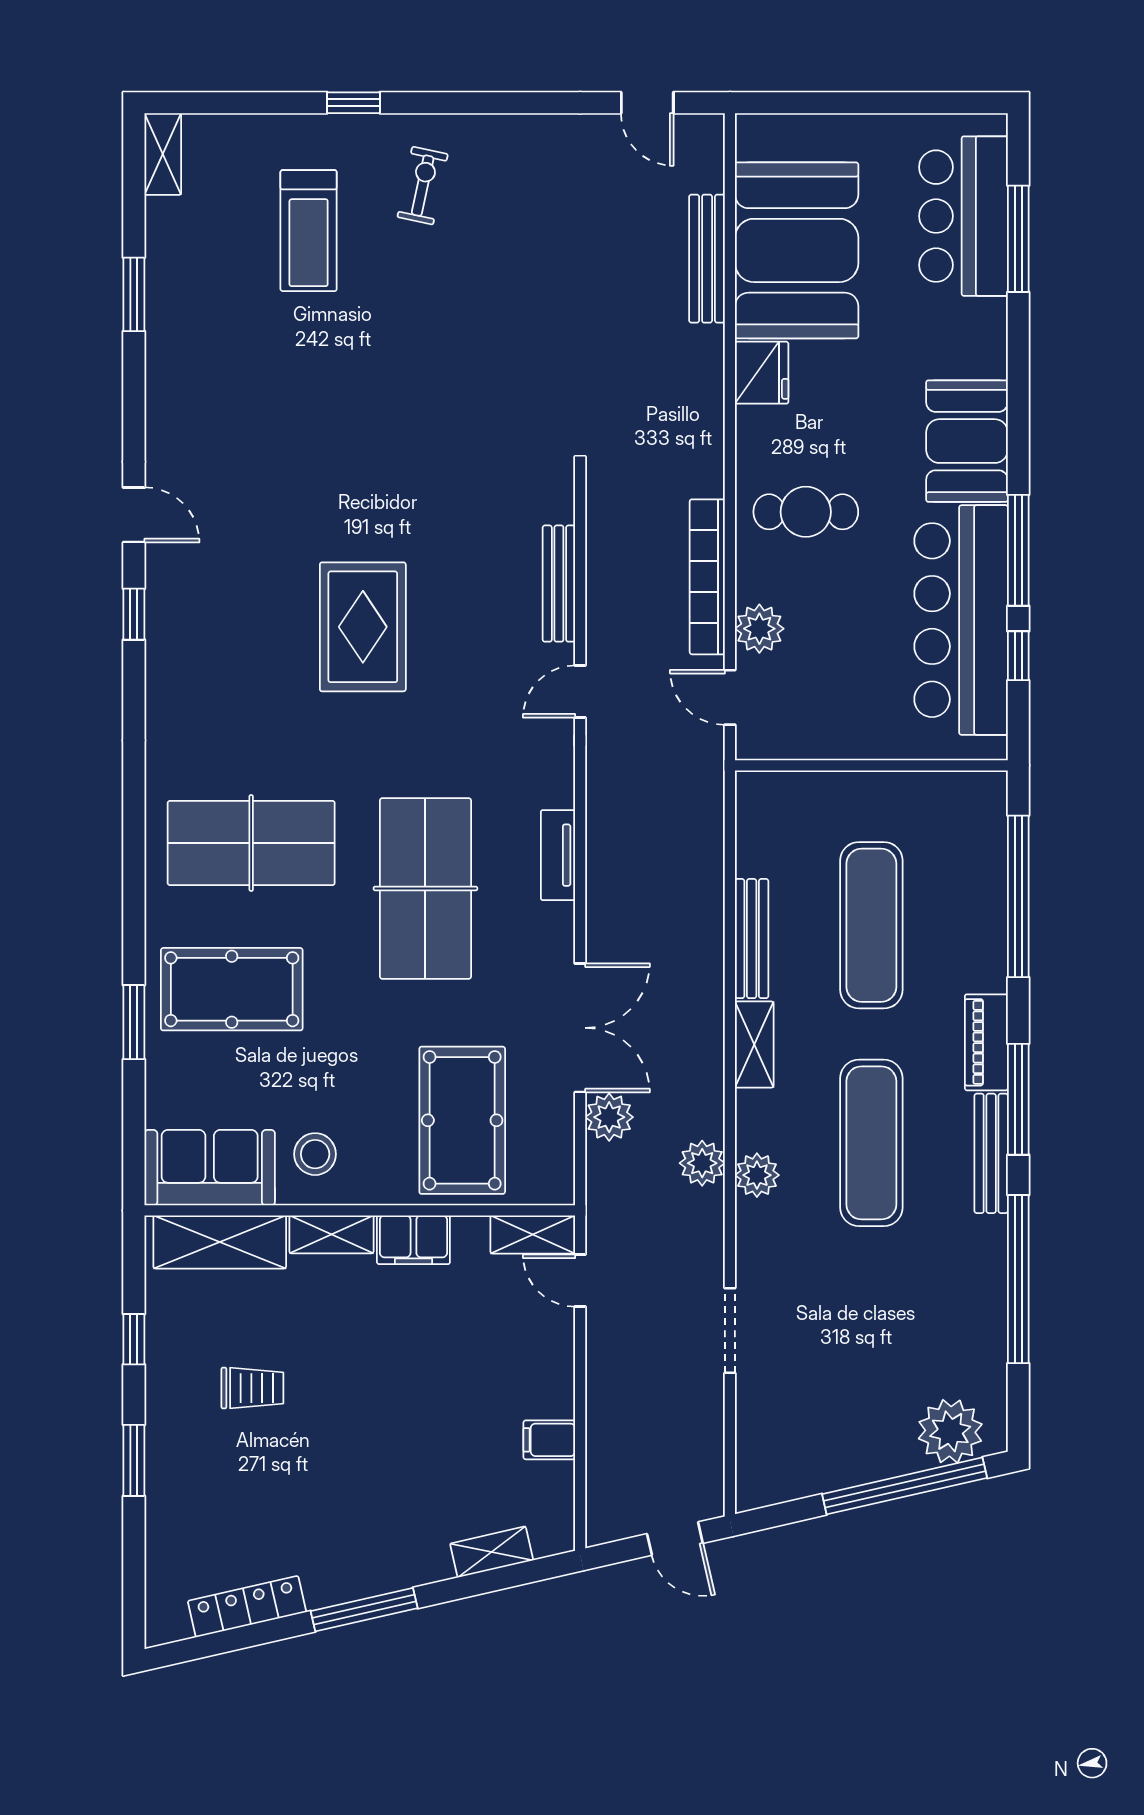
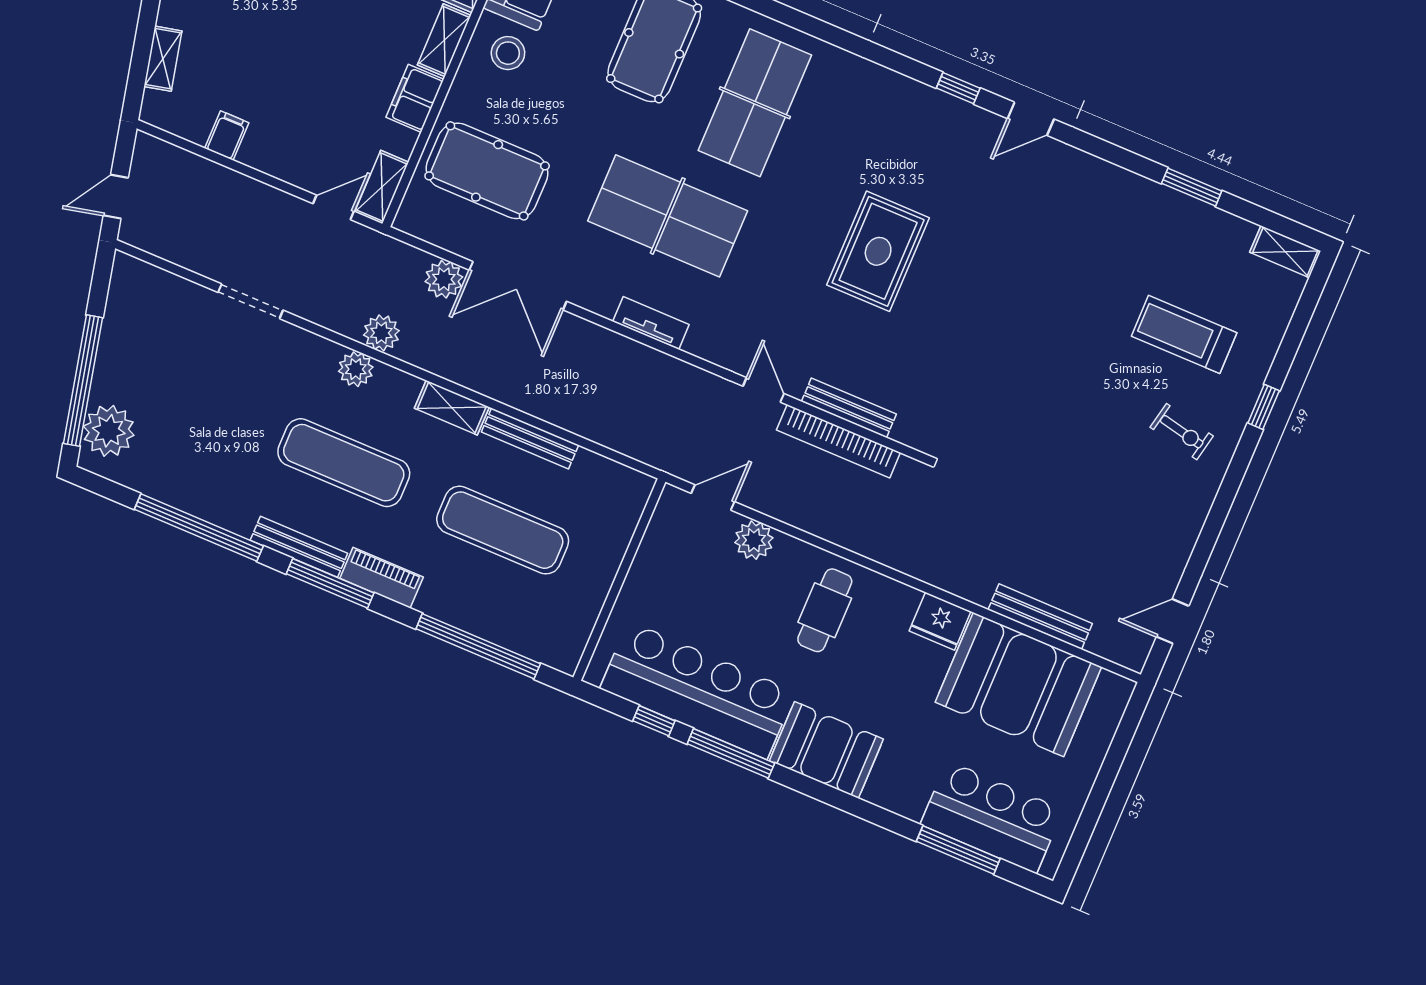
bookcase: (707, 577) -> (838, 441), moved, turned 180
rug: (363, 627) -> (878, 251), turned 90

